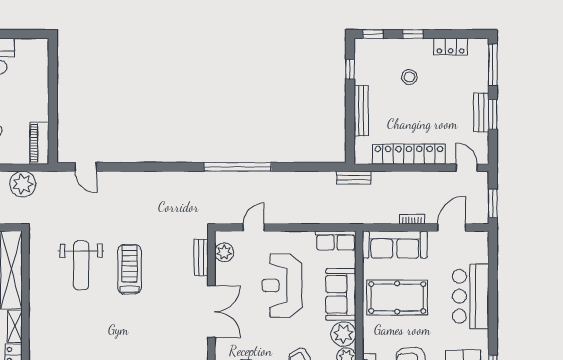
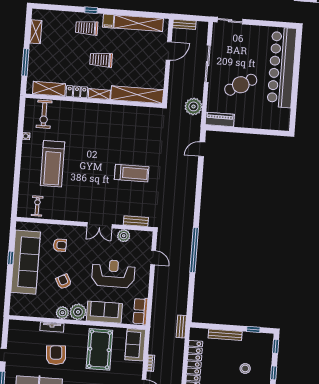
sofa: (395, 245) -> (135, 345), width x0.73
plant: (224, 252) -> (124, 236), moved
weight bench: (81, 265) -> (137, 141), removed
double door: (211, 312) -> (99, 225), width x0.73

